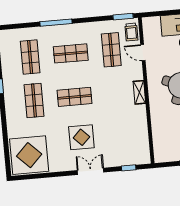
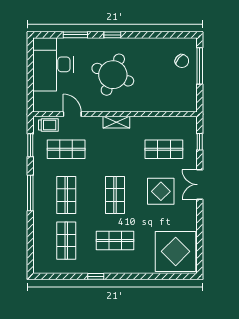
window: (123, 17) -> (30, 145), moved
window: (56, 23) -> (30, 193), moved
door: (143, 52) -> (72, 114), swing flipped
shop shelf: (30, 57) -> (66, 241), turned 90
shop shelf: (119, 137) -> (164, 149), added

